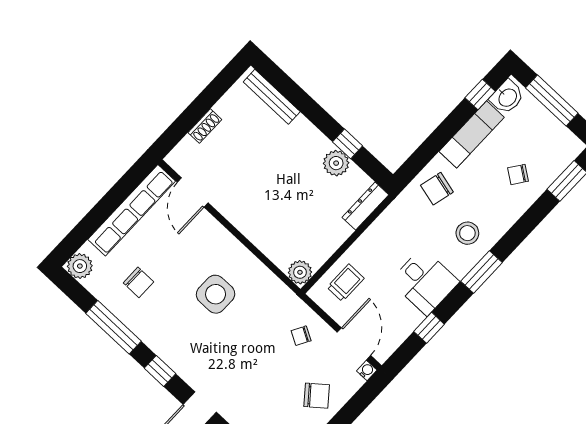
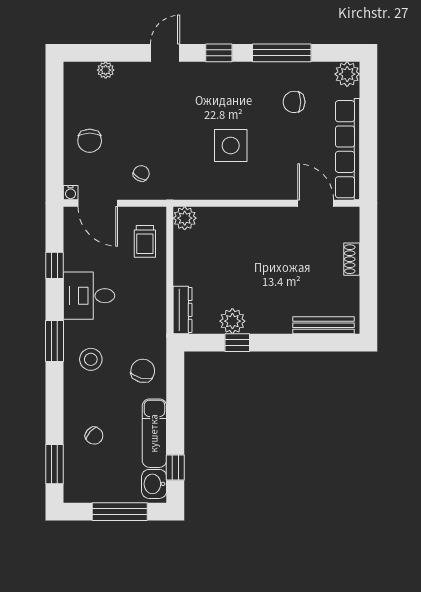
chair: (518, 175) -> (94, 436), turned 96
chair: (317, 396) -> (90, 141), turned -51

